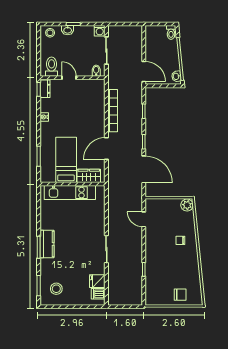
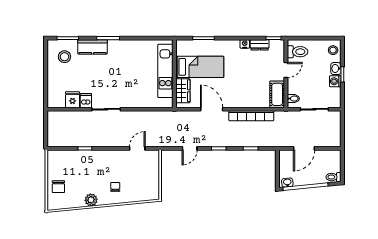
washing machine: (100, 31) -> (335, 81), moved
door: (144, 72) -> (304, 148), moved
cot: (92, 86) -> (277, 94), added
dresser: (45, 89) -> (260, 45), moved
door: (144, 169) -> (190, 148), width x0.53
plant: (187, 205) -> (91, 200), moved
kitchen counter: (47, 244) -> (93, 47), moved
dishwasher: (98, 294) -> (86, 101), moved

